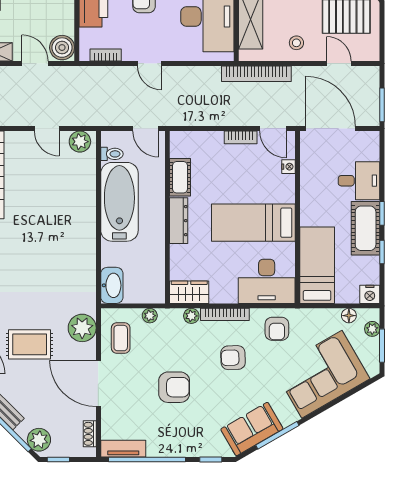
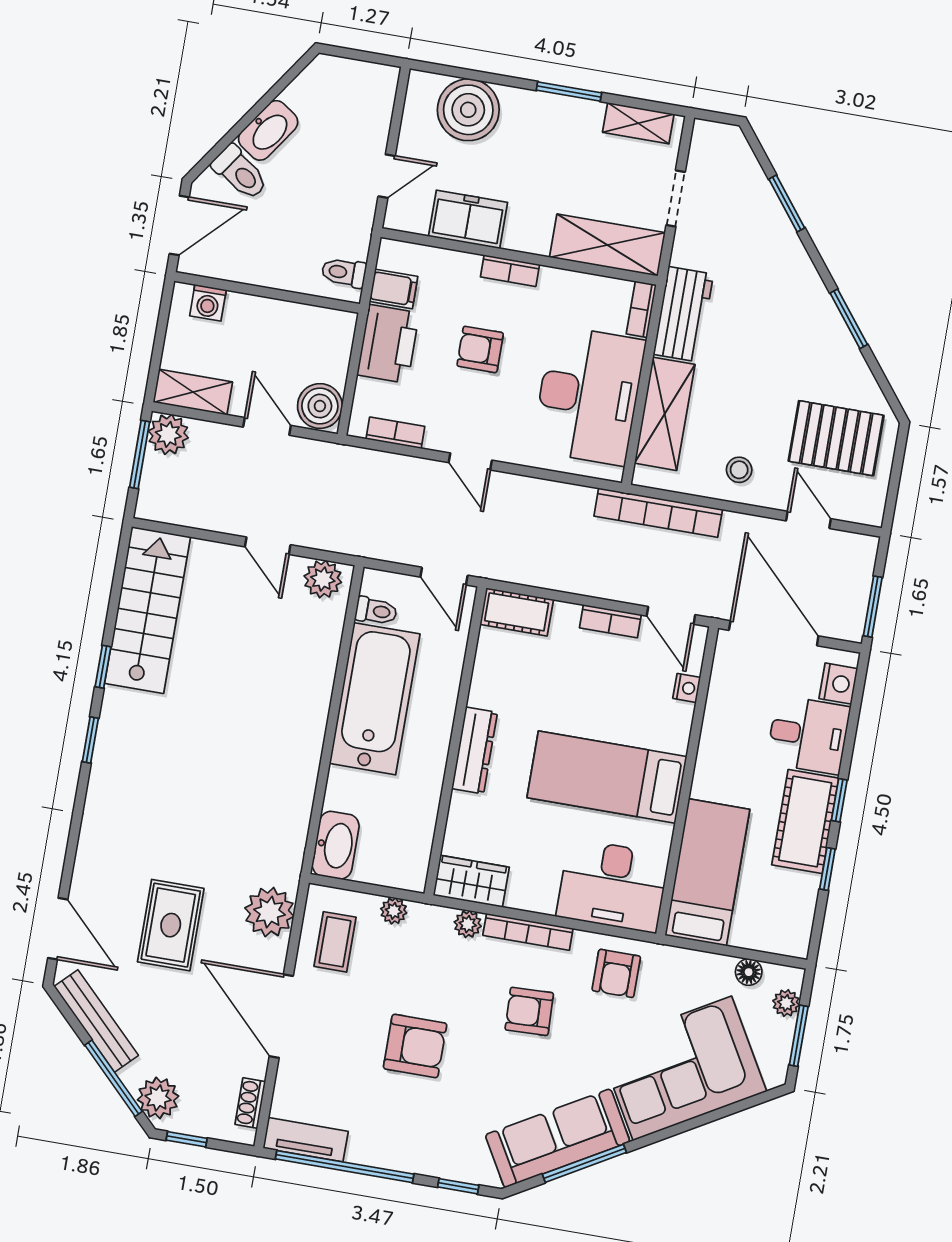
cot: (180, 177) -> (517, 612), moved, turned 90
nightstand: (370, 294) -> (838, 684), moved, turned -90
rug: (30, 344) -> (171, 925), turned 90
sofa: (252, 429) -> (558, 1138), width x1.36

